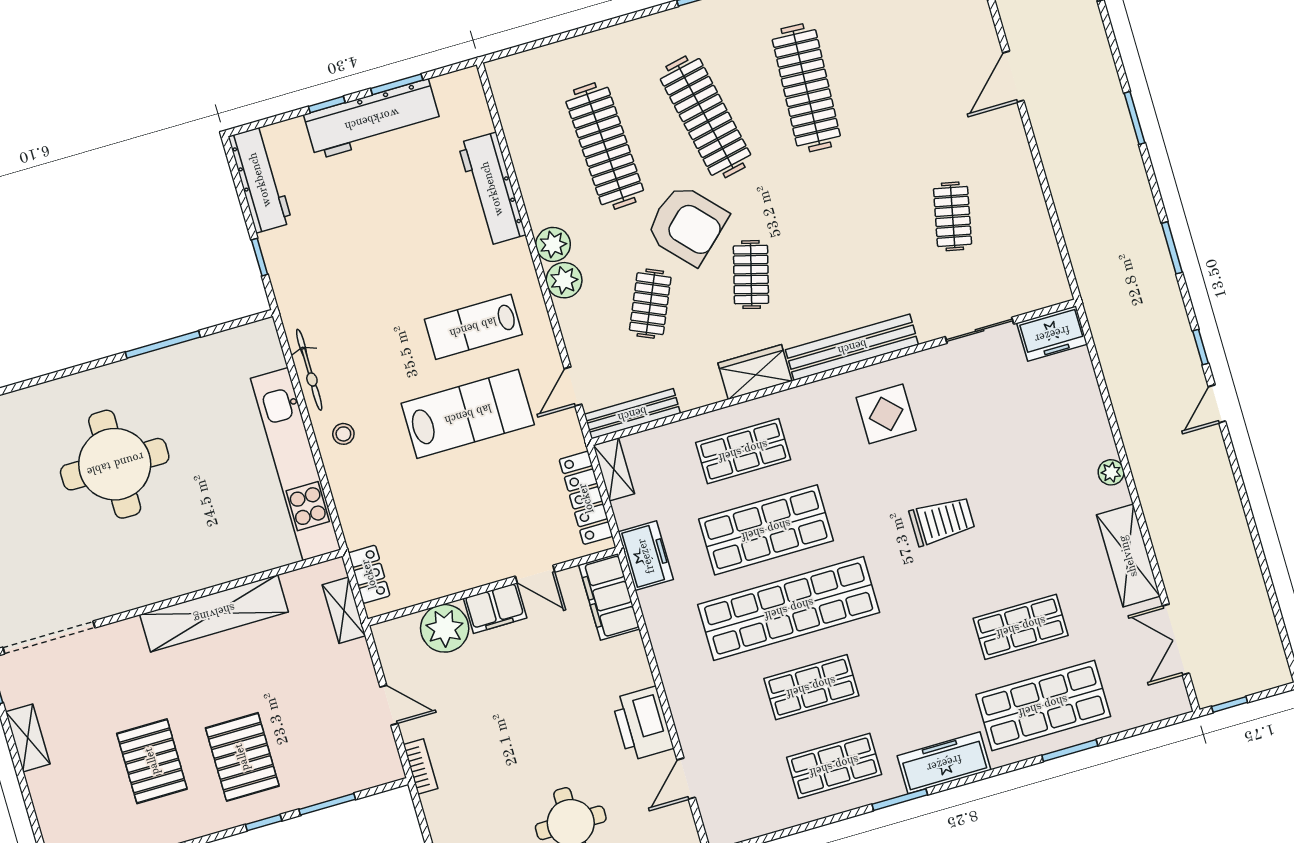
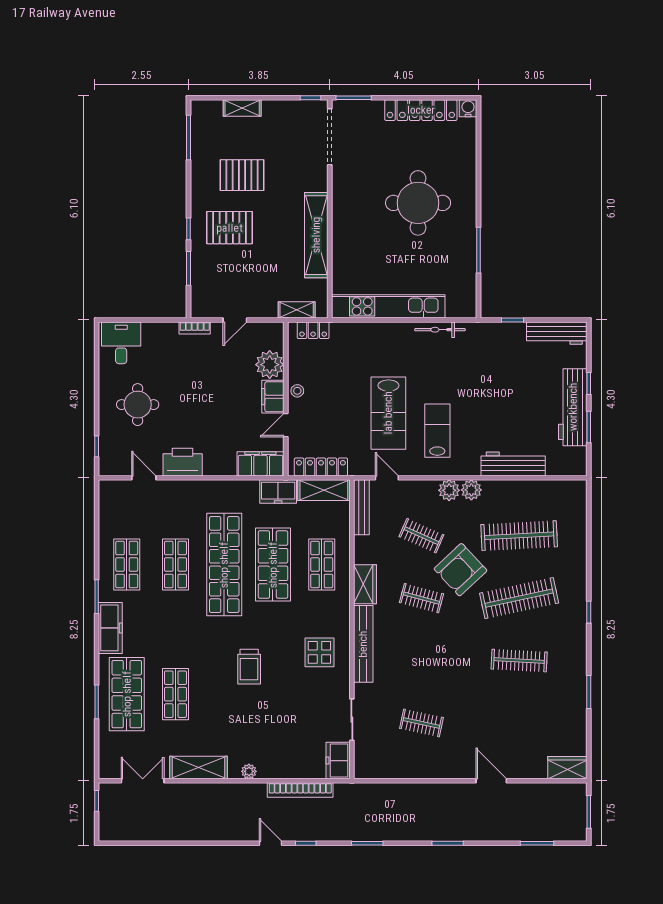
clothes rail: (806, 88) -> (519, 661), width x0.73, depth x0.76
bookcase: (1117, 381) -> (300, 790), added
stool: (343, 434) -> (297, 391), moved
shelving: (614, 469) -> (324, 490), width x1.50, depth x1.33
shelving: (28, 738) -> (242, 108), moved

